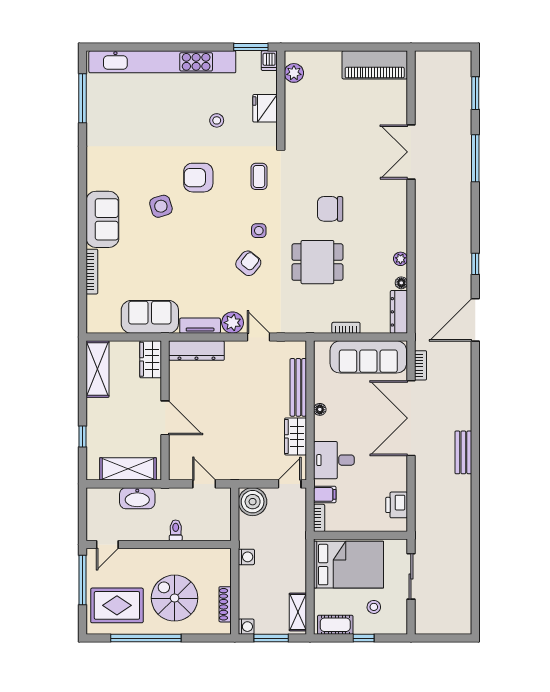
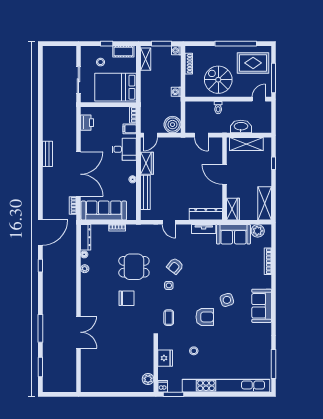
piano: (375, 65) -> (100, 384), removed
sofa: (102, 219) -> (262, 306), moved
plant: (233, 323) -> (258, 231), moved
spiral stairs: (175, 598) -> (218, 80), moved, turned 180

